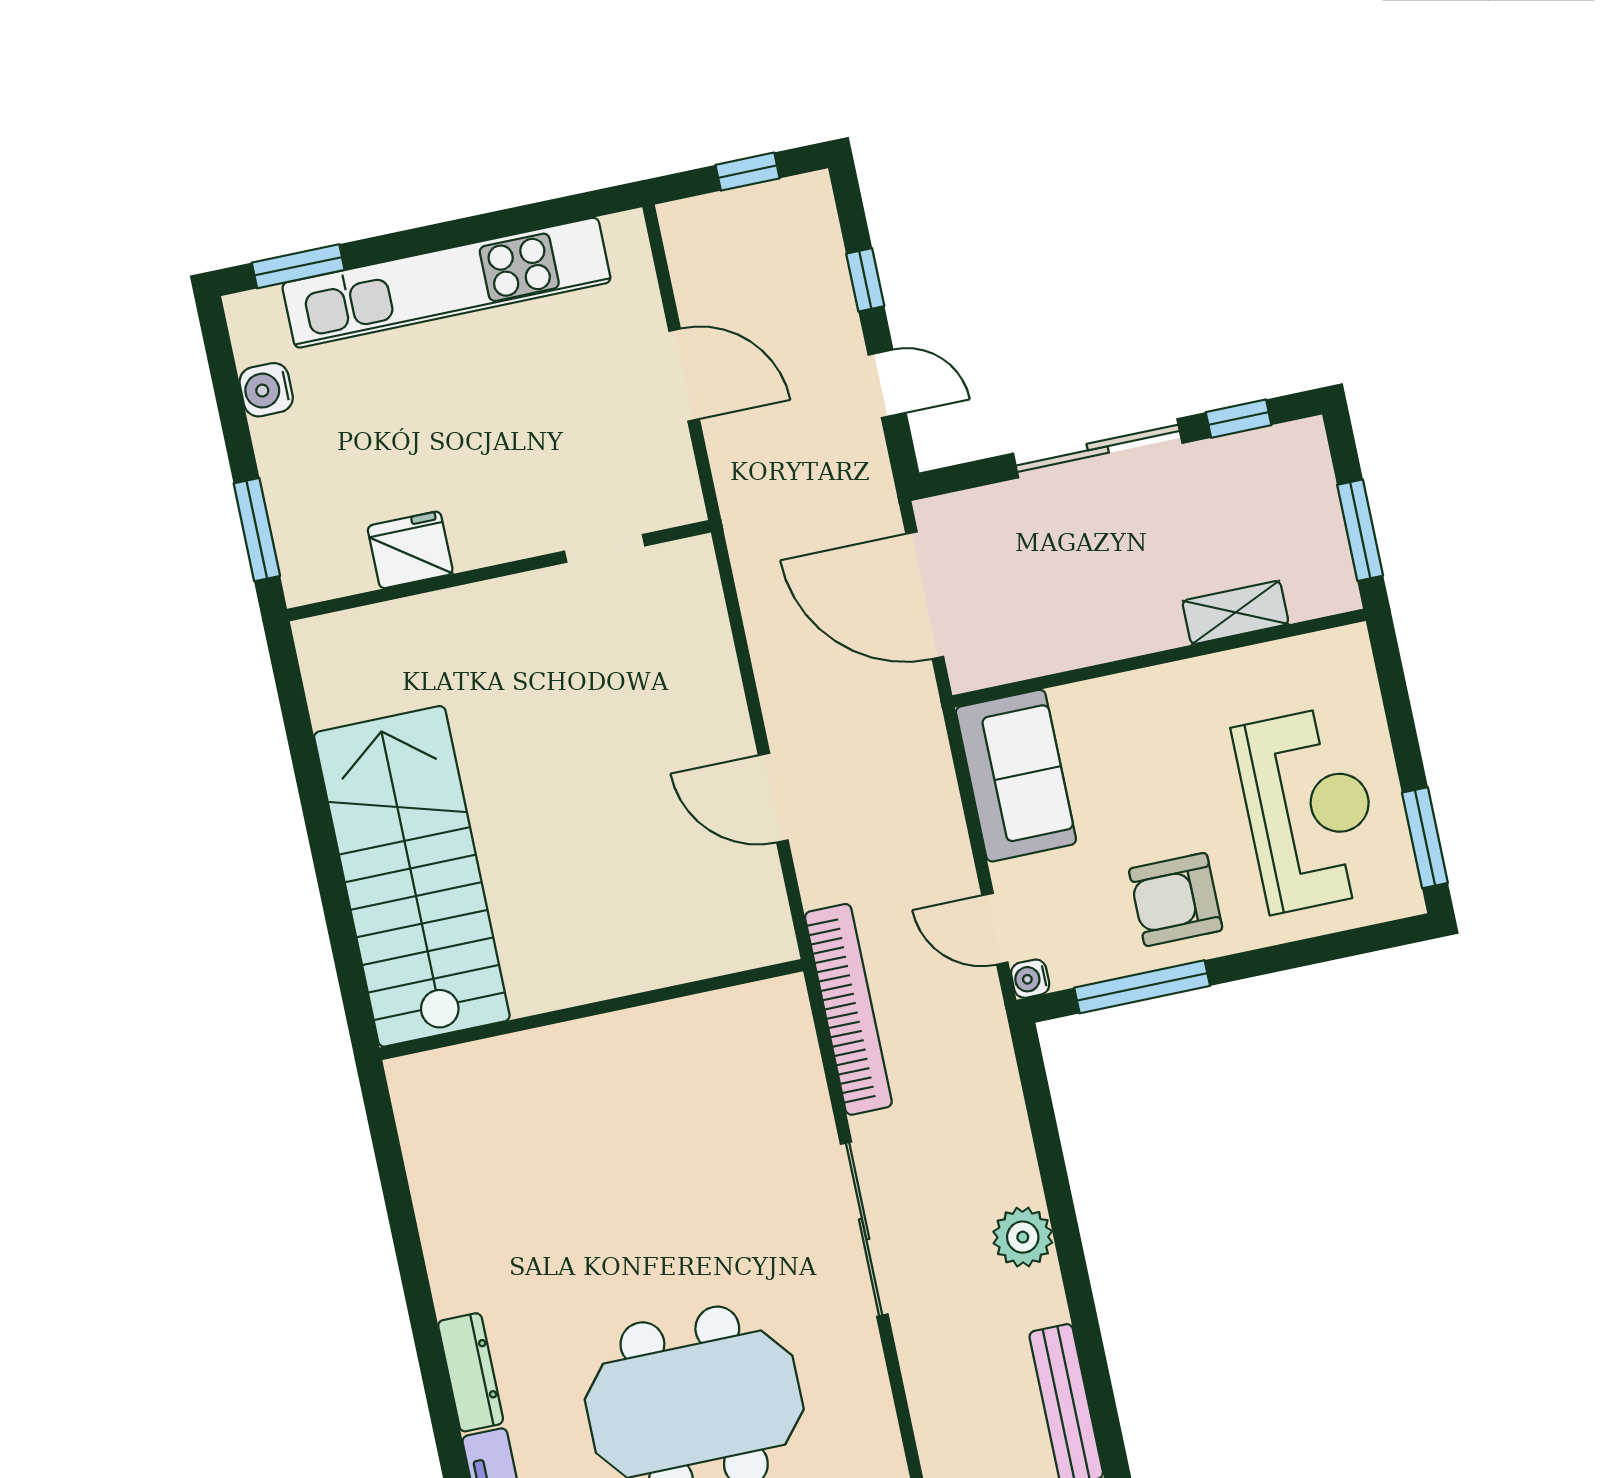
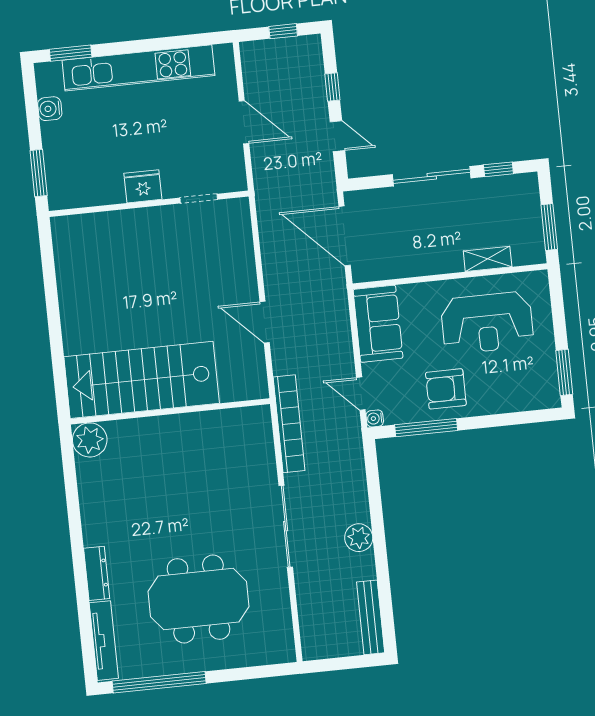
fridge: (410, 550) -> (143, 186), moved
reception desk: (1309, 809) -> (487, 323), moved, turned 90
stairs: (412, 876) -> (142, 380), moved, turned -90
plant: (426, 1089) -> (90, 440), added

